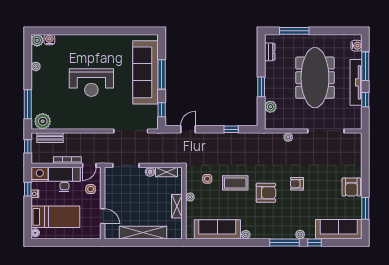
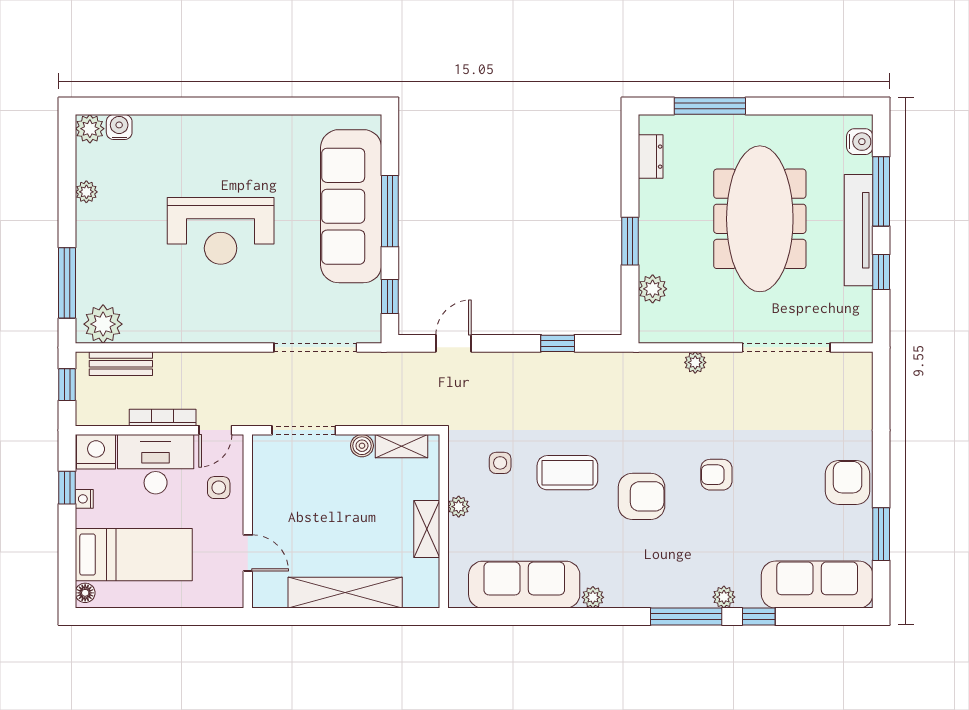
armchair: (351, 187) -> (848, 483), turned 180

